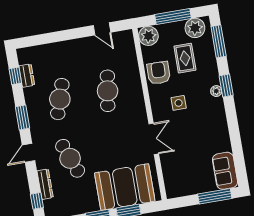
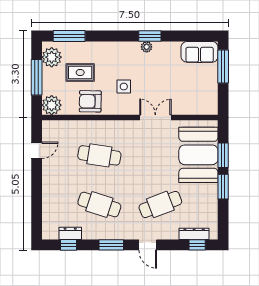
window: (226, 85) -> (150, 36), moved
plant: (216, 91) -> (147, 47), moved
dresser: (45, 184) -> (194, 234), moved

